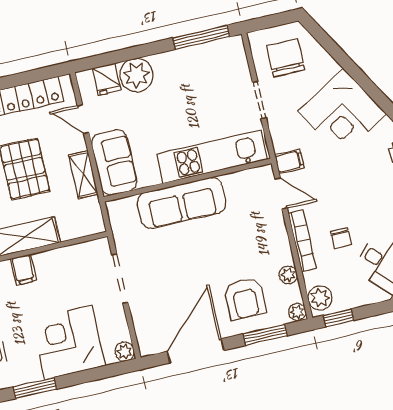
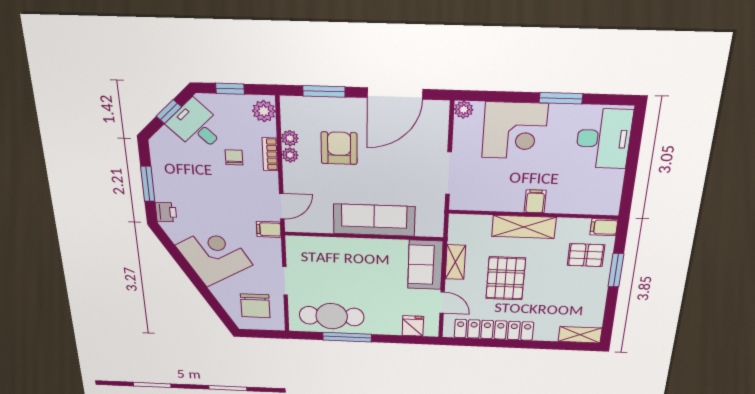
window: (201, 37) -> (347, 337), moved
cafe table: (199, 67) -> (332, 316), added
plant: (136, 75) -> (386, 323), removed
kitchen unit: (212, 157) -> (337, 249), removed
door: (281, 194) -> (282, 206), swing flipped
bookcase: (302, 241) -> (270, 154), width x0.64
armchair: (245, 299) -> (339, 148), moved
plant: (297, 312) -> (290, 155), moved
window: (338, 318) -> (230, 89), moved

